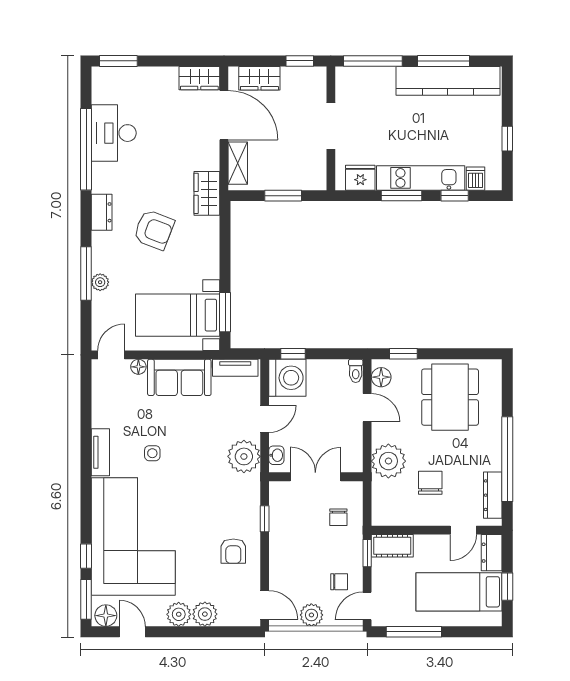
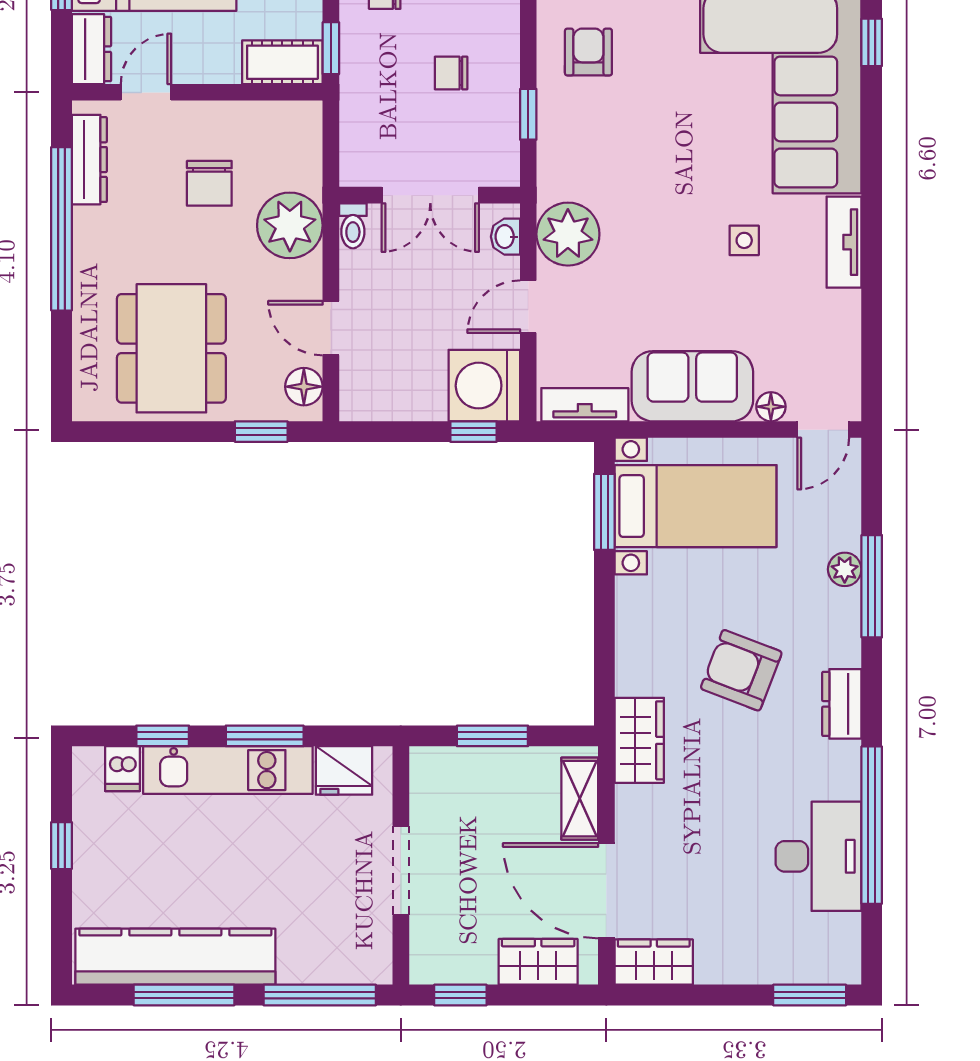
toilet: (356, 371) -> (353, 226), moved, turned 180
chair: (338, 517) -> (451, 73), moved, turned -90

